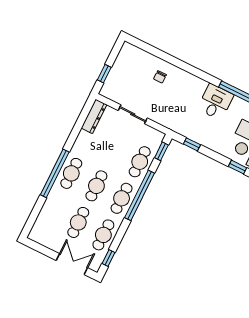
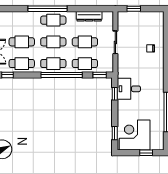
desk: (215, 102) -> (129, 89), moved, turned 180
dresser: (94, 116) -> (89, 16), moved
cafe table: (115, 149) -> (85, 42), added

